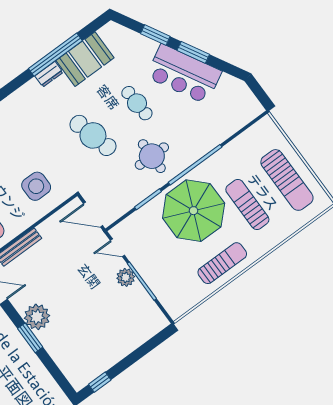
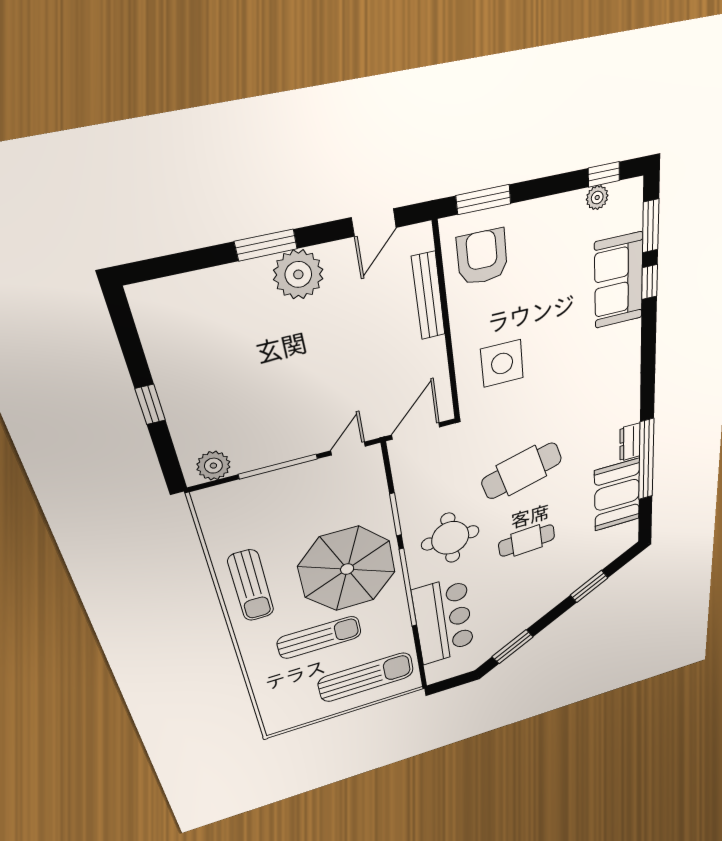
window: (193, 52) -> (513, 647), moved
bar counter: (184, 74) -> (443, 621), moved, turned 119
sun lounger: (287, 180) -> (366, 677), moved, turned 180
plant: (126, 277) -> (213, 466), moved
window: (100, 382) -> (150, 404), moved

